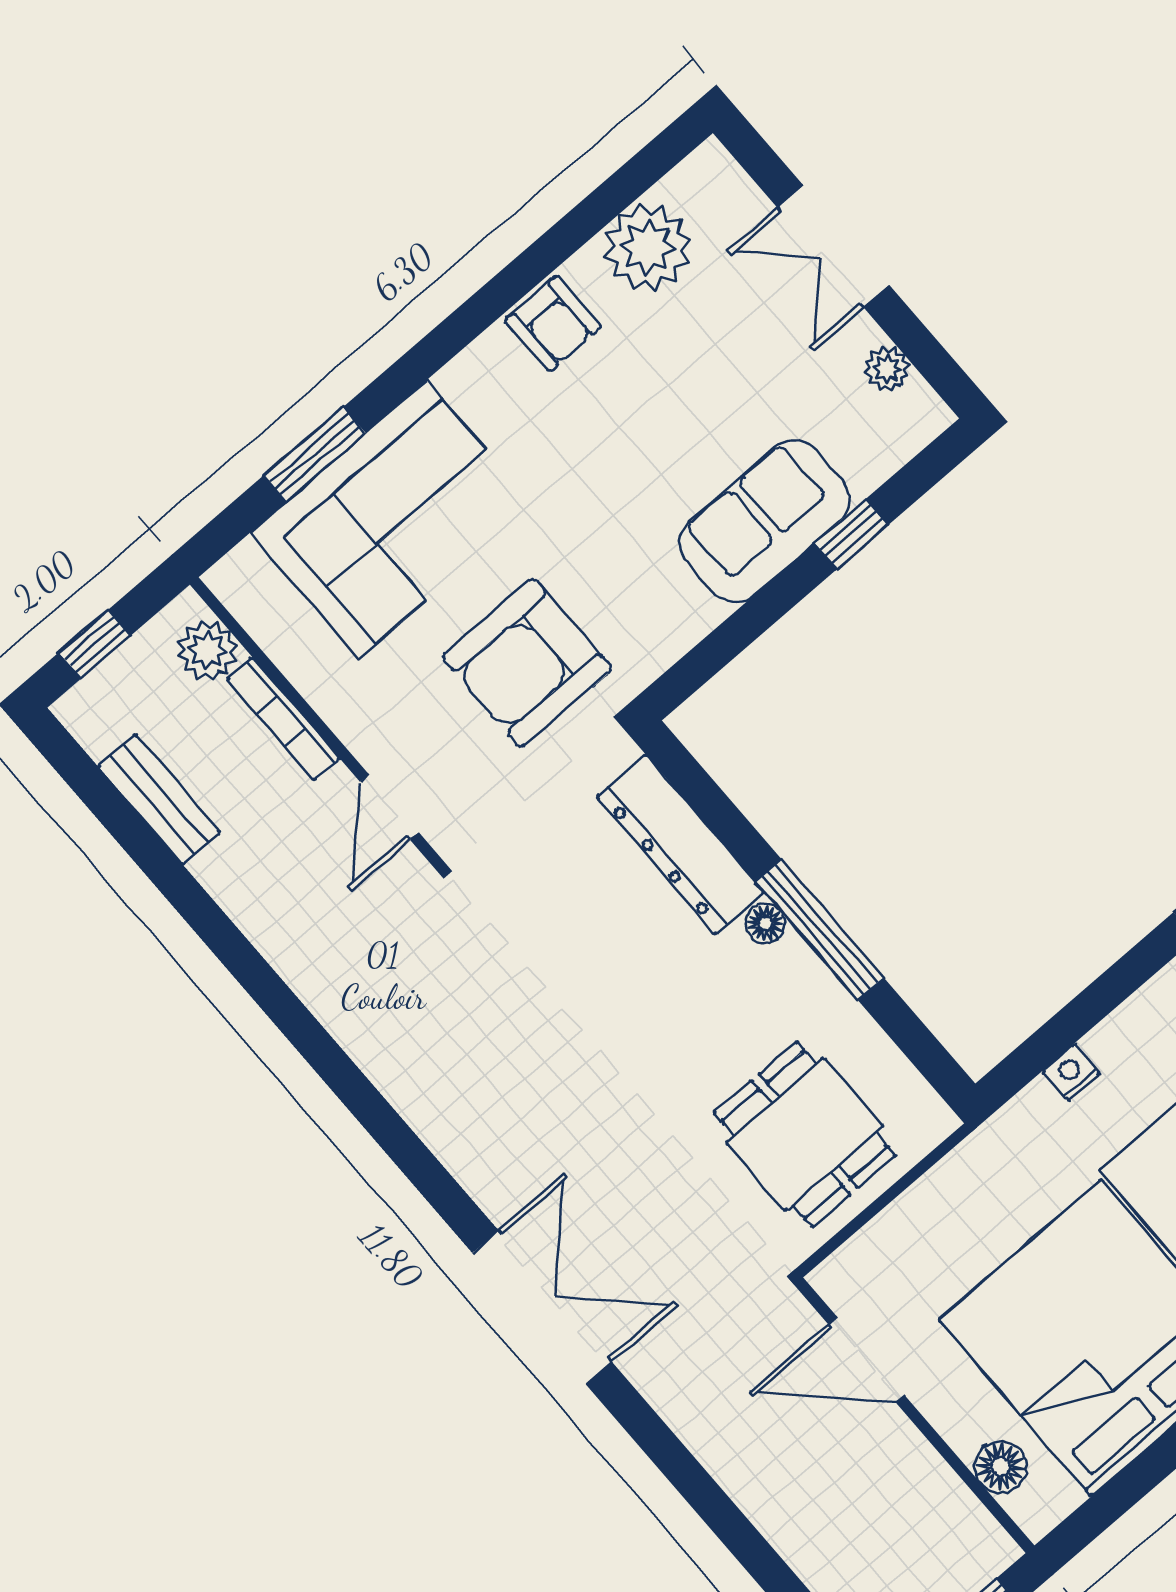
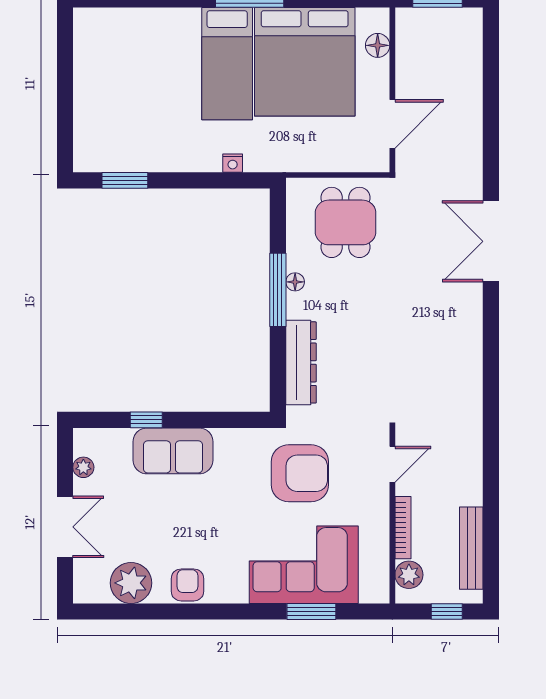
bench: (159, 799) -> (471, 548), width x1.36
floor lamp: (765, 923) -> (295, 282), moved
door: (867, 1360) -> (392, 124), hinge flipped

